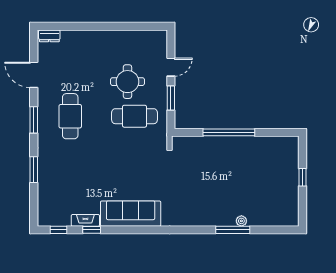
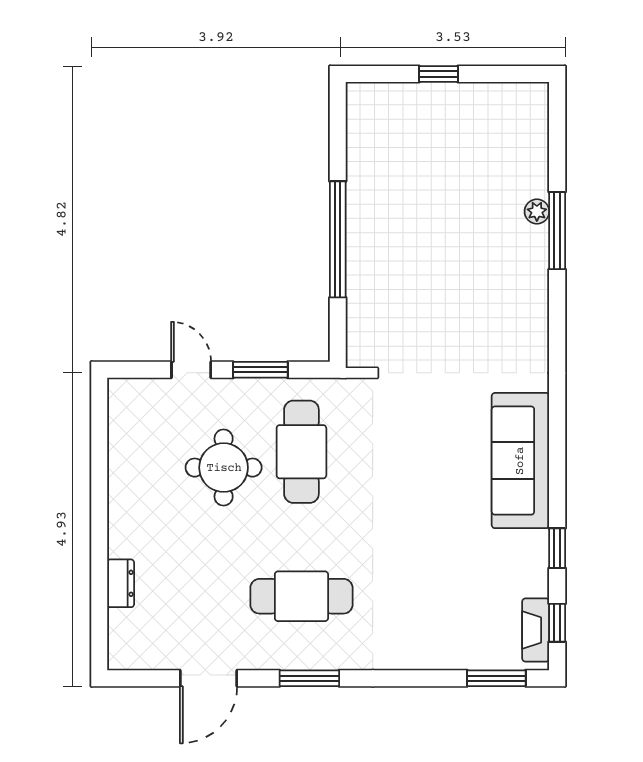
dresser: (49, 36) -> (121, 583), moved
window: (34, 170) -> (496, 678), moved
fireplace: (85, 220) -> (536, 630), moved

